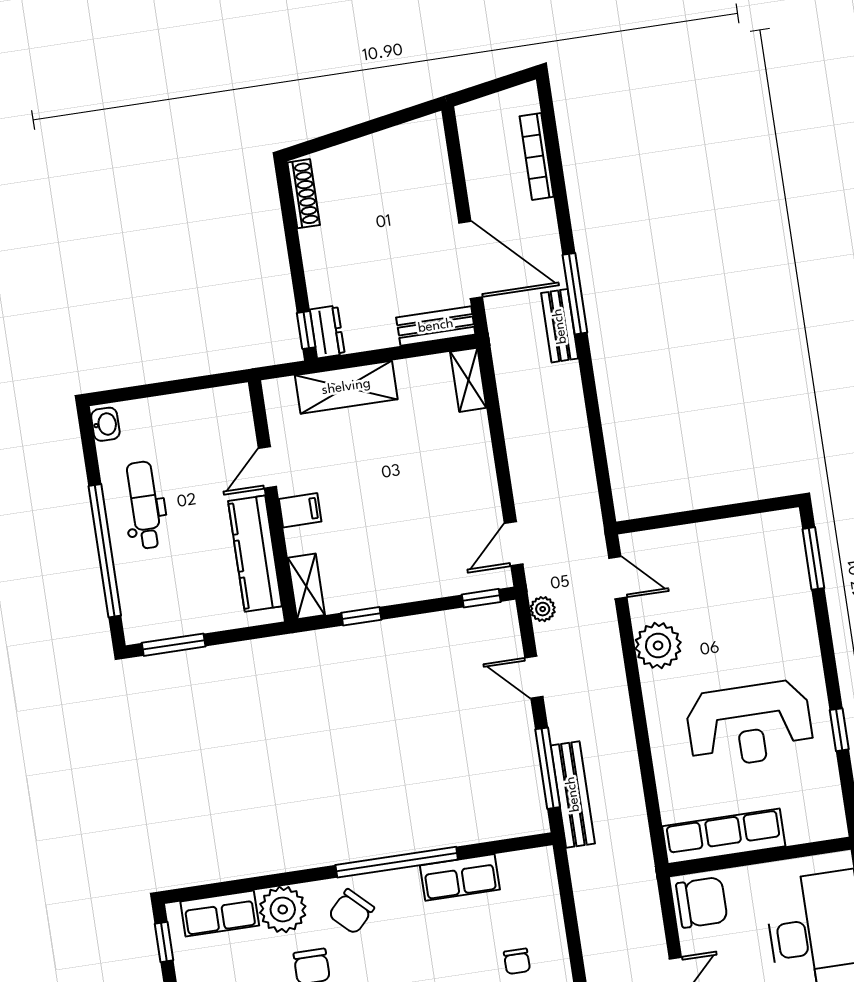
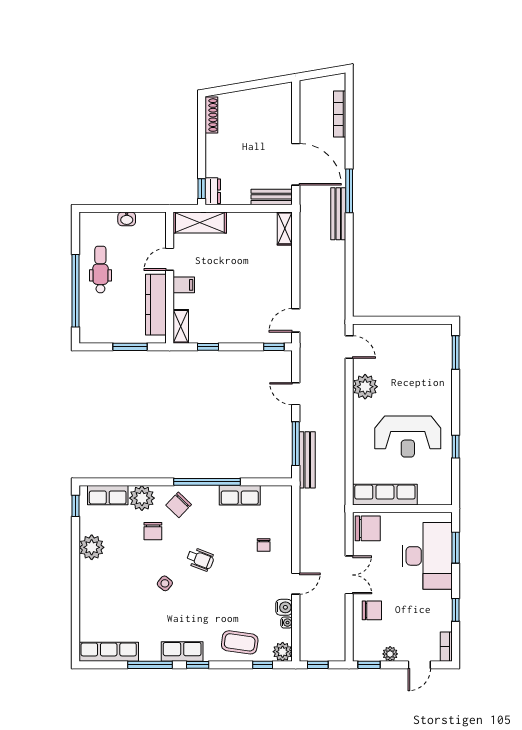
bench: (560, 326) -> (338, 214), width x1.36
shelving: (346, 387) -> (200, 223), moved
washbasin: (105, 424) -> (127, 219), moved, turned 90
plant: (543, 609) -> (306, 358), removed
window: (174, 645) -> (130, 347), moved

